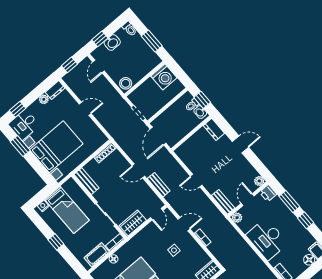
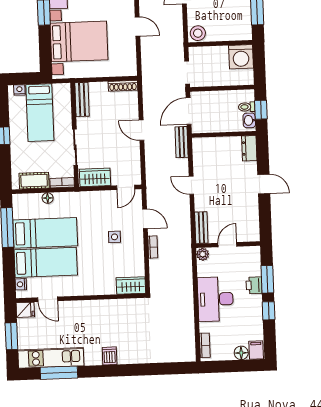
plant: (259, 181) -> (254, 235), removed
bench: (159, 185) -> (182, 142), moved
printer: (268, 193) -> (254, 285), moved

